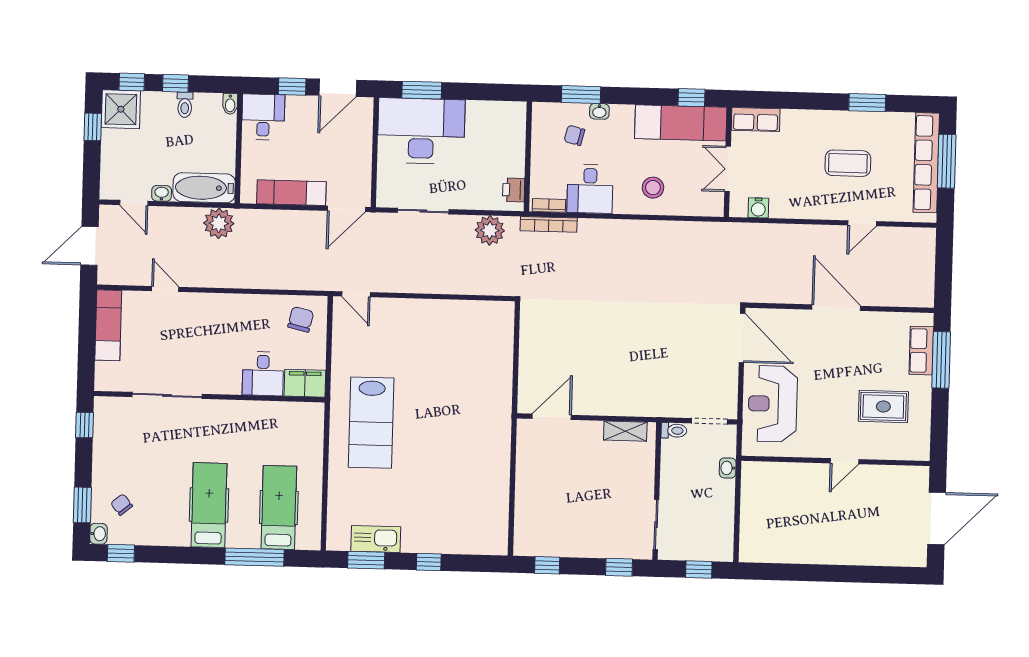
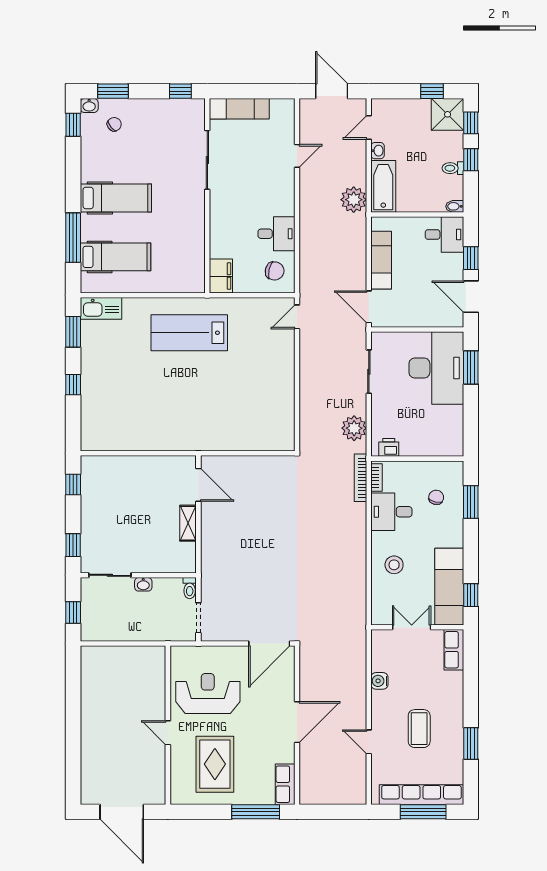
washbasin: (599, 111) -> (457, 518), removed
water cooler: (758, 208) -> (379, 681), moved
exam couch: (108, 325) -> (239, 109), moved
row of seats: (921, 351) -> (285, 784), moved, turned -90
desk: (263, 374) -> (277, 234), moved, turned 180
reception desk: (773, 404) -> (208, 693), moved
rug: (883, 407) -> (215, 764), width x1.36, depth x1.43
shelving: (625, 431) -> (188, 523), moved
washbasin: (728, 468) -> (143, 584), moved, turned 180
kitchen sink: (376, 539) -> (101, 308), moved, turned 90

